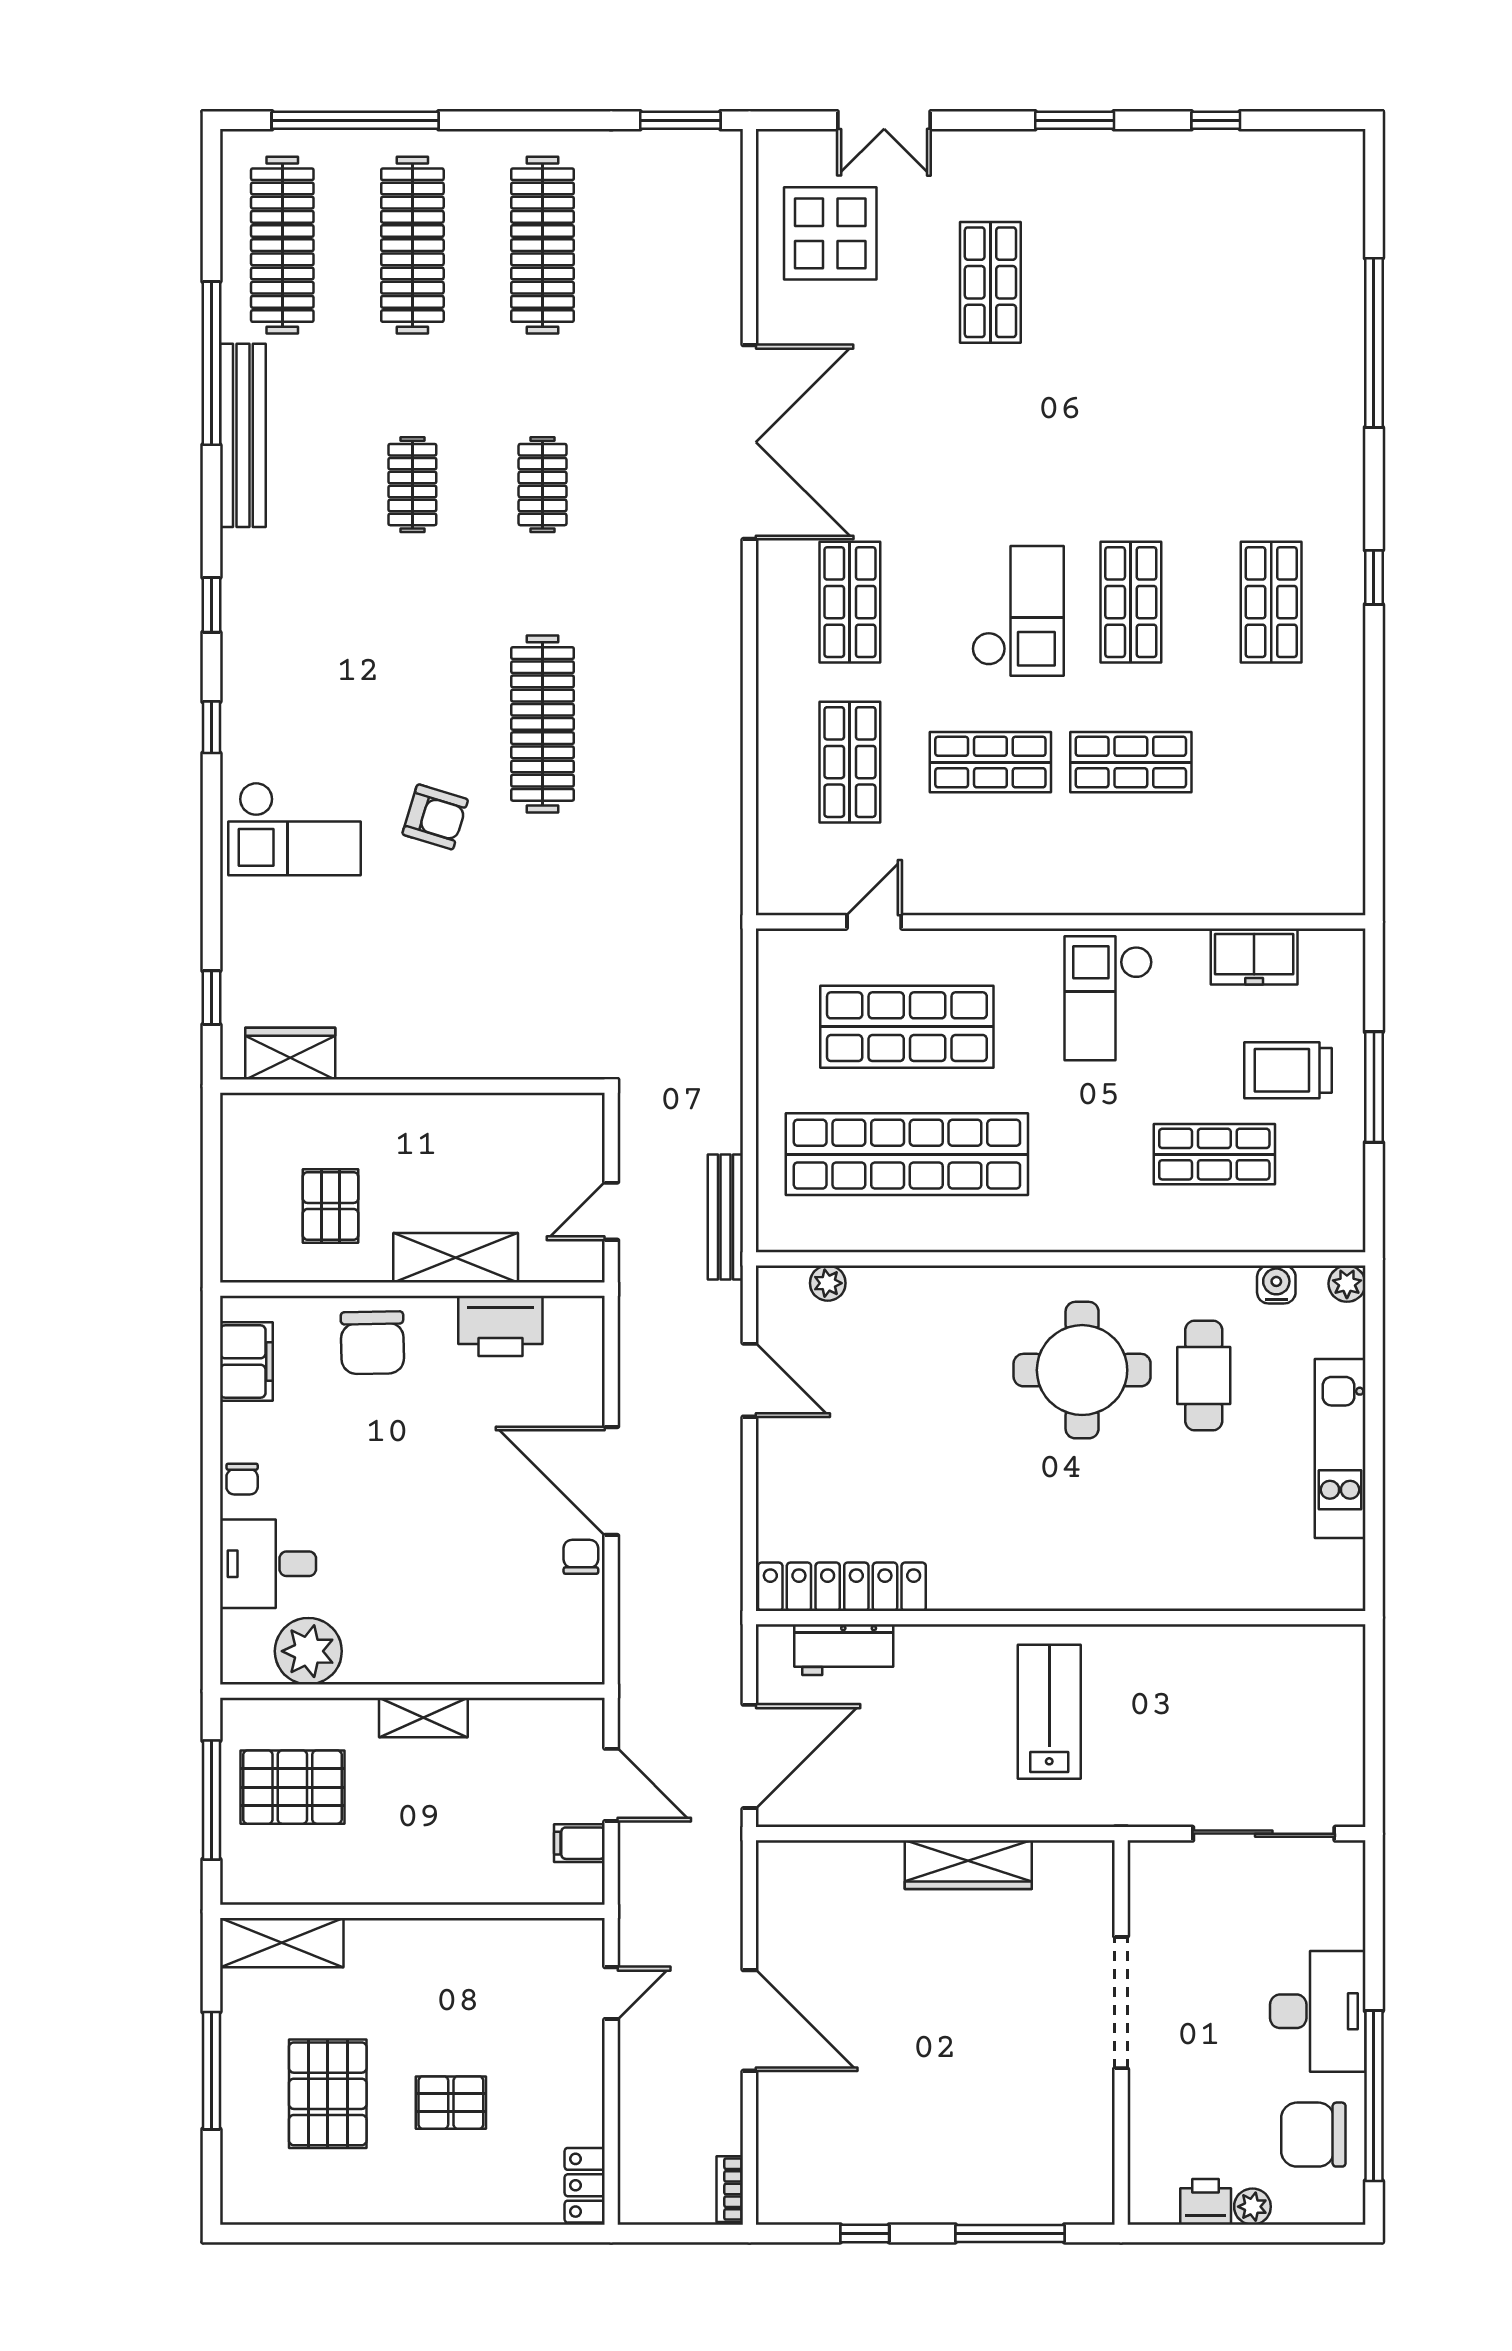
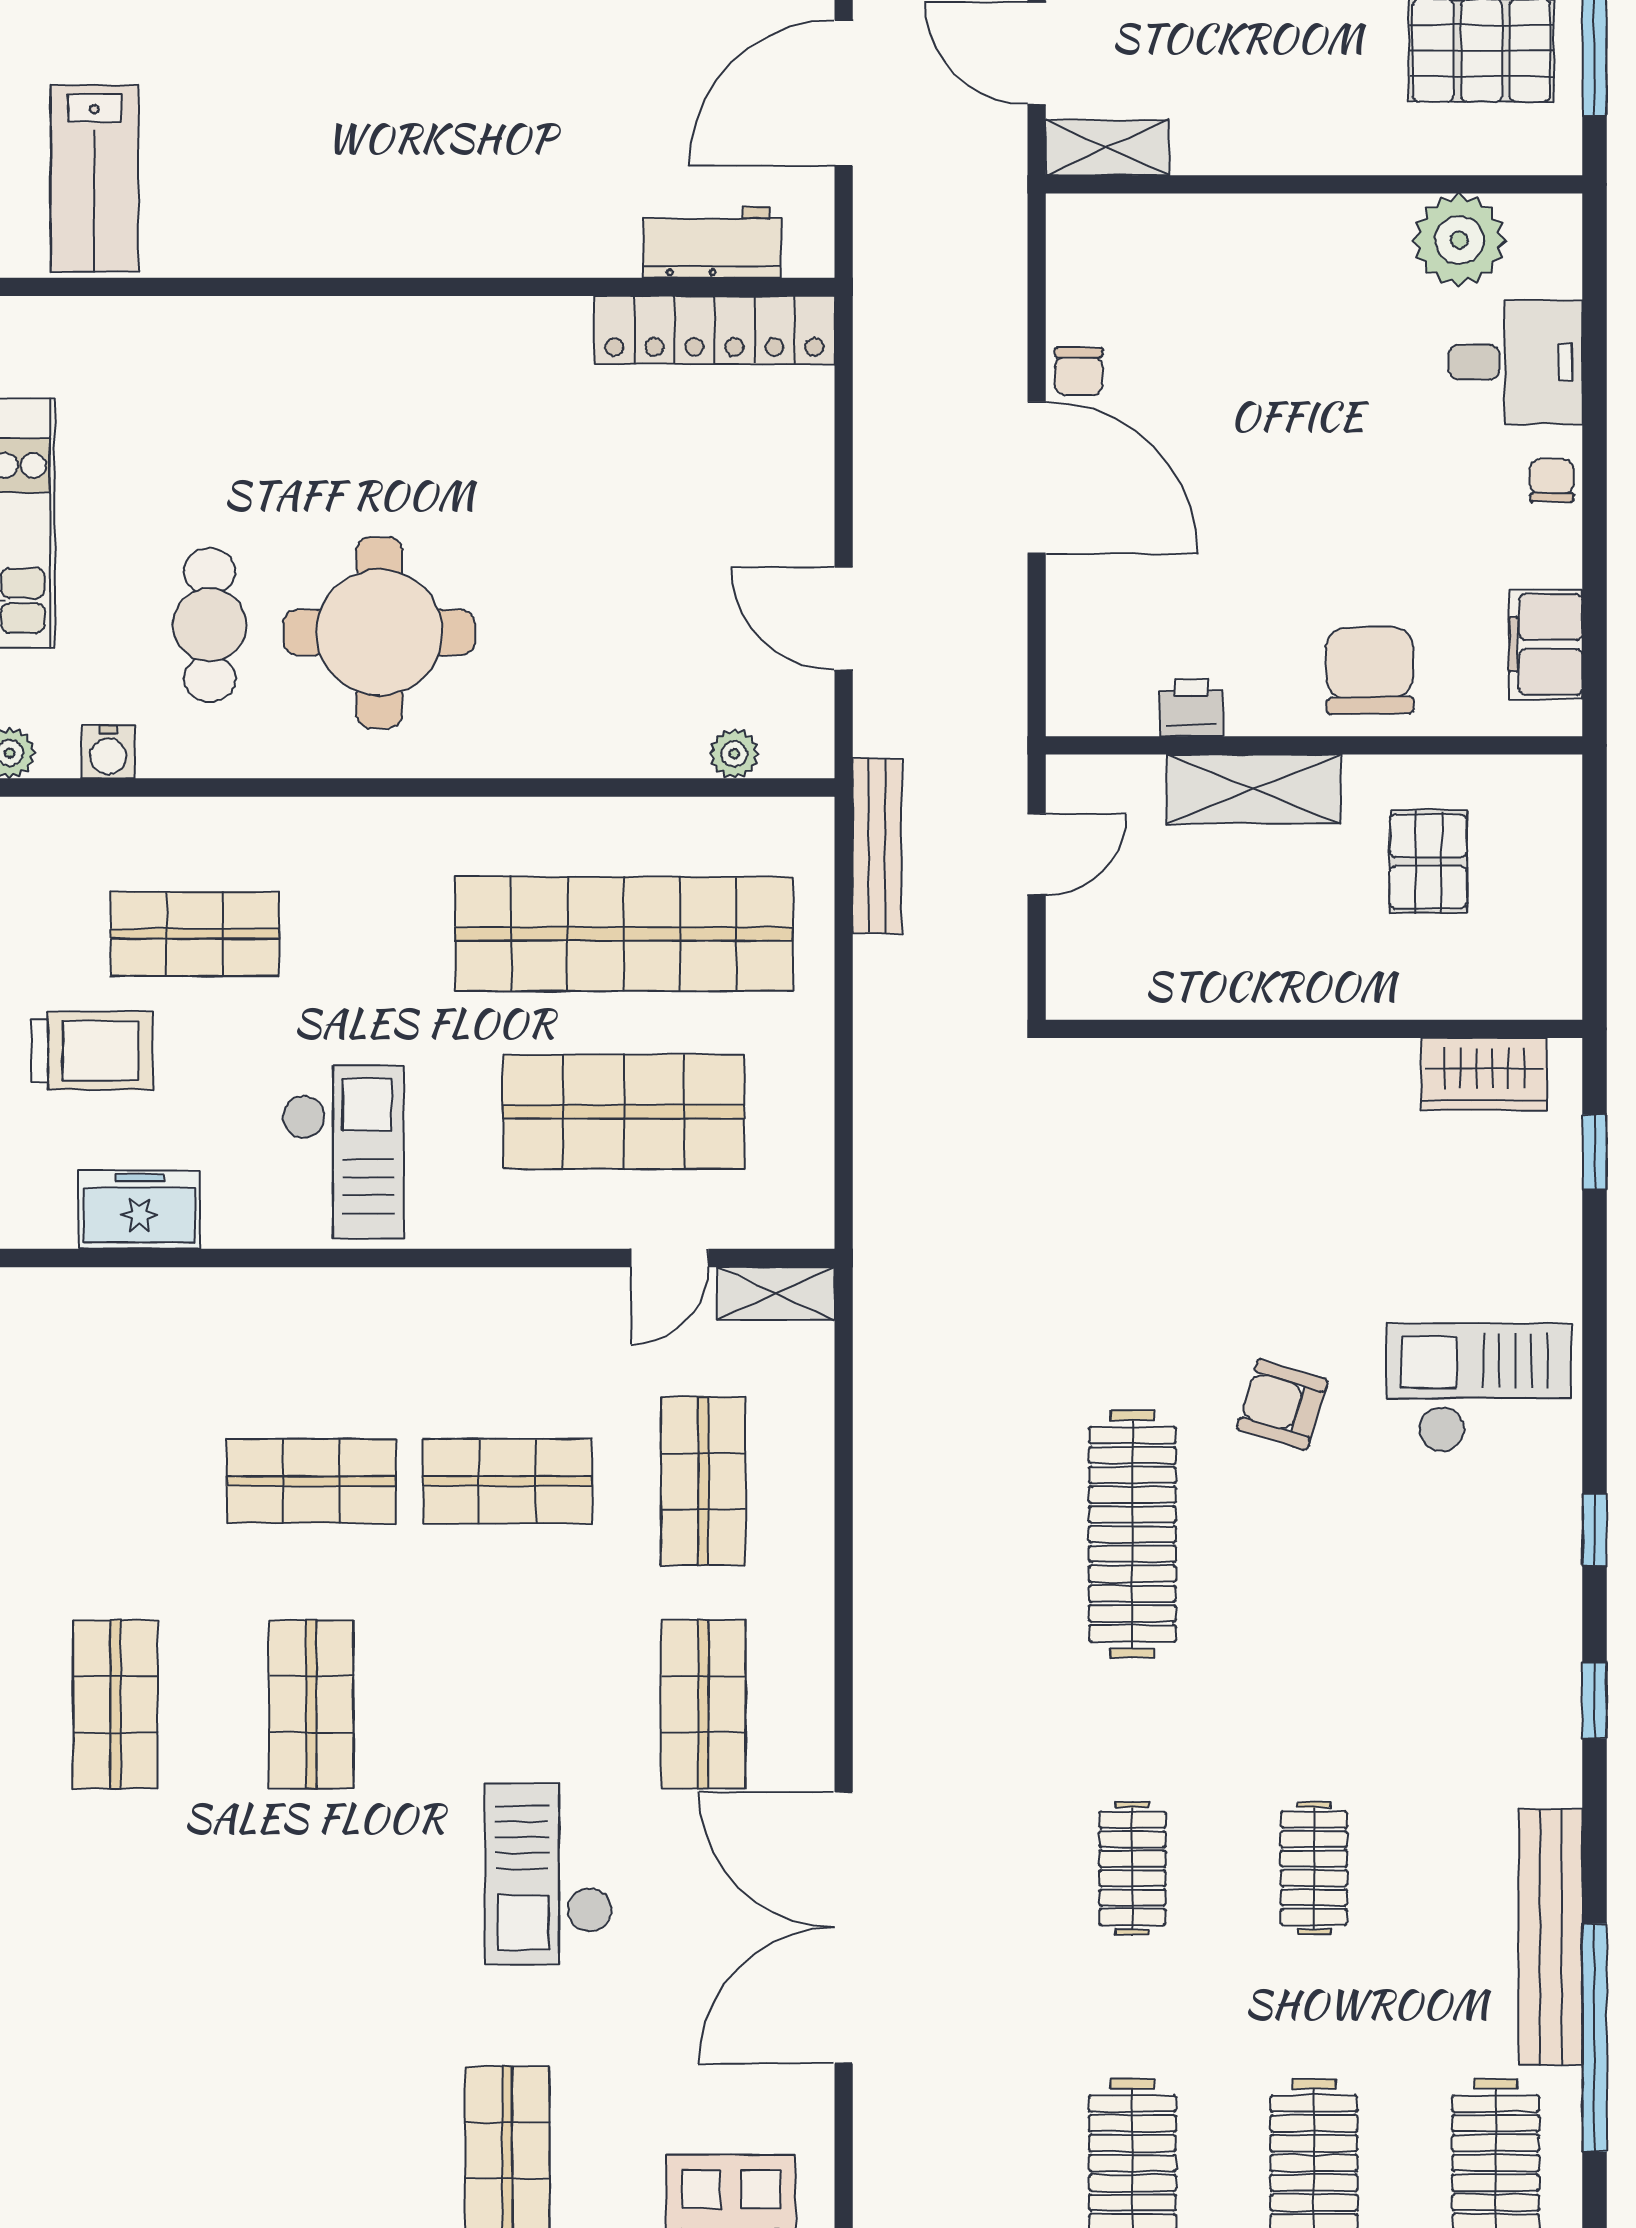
checkout: (1018, 611) -> (549, 1874), moved
shelving: (798, 896) -> (776, 1294), added
printer: (500, 1326) -> (1191, 708), width x0.53, depth x0.68
lab bench: (1049, 1712) -> (94, 178), moved
shelving: (423, 1717) -> (1107, 148), moved

